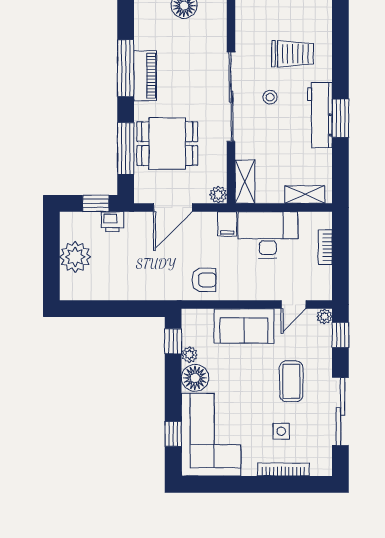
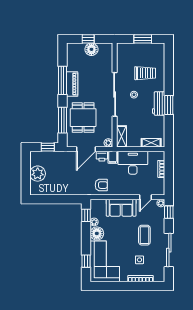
workbench: (320, 115) -> (159, 103), width x0.73
dining table: (167, 144) -> (83, 118), turned 90
printer: (112, 222) -> (102, 156), moved

